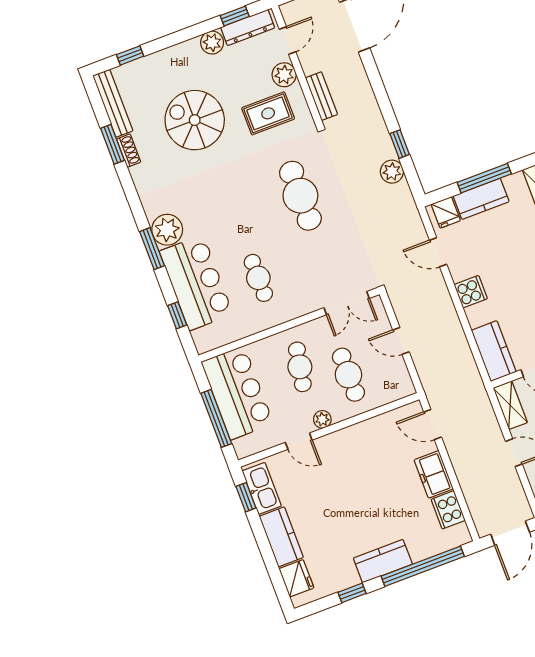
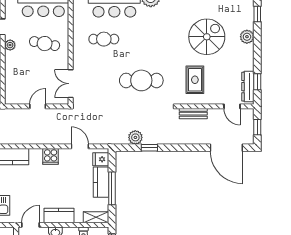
plant: (212, 43) -> (247, 37), moved
plant: (284, 75) -> (213, 97), removed
door: (438, 252) -> (80, 146), hinge flipped
cafe table: (348, 375) -> (30, 69), removed

